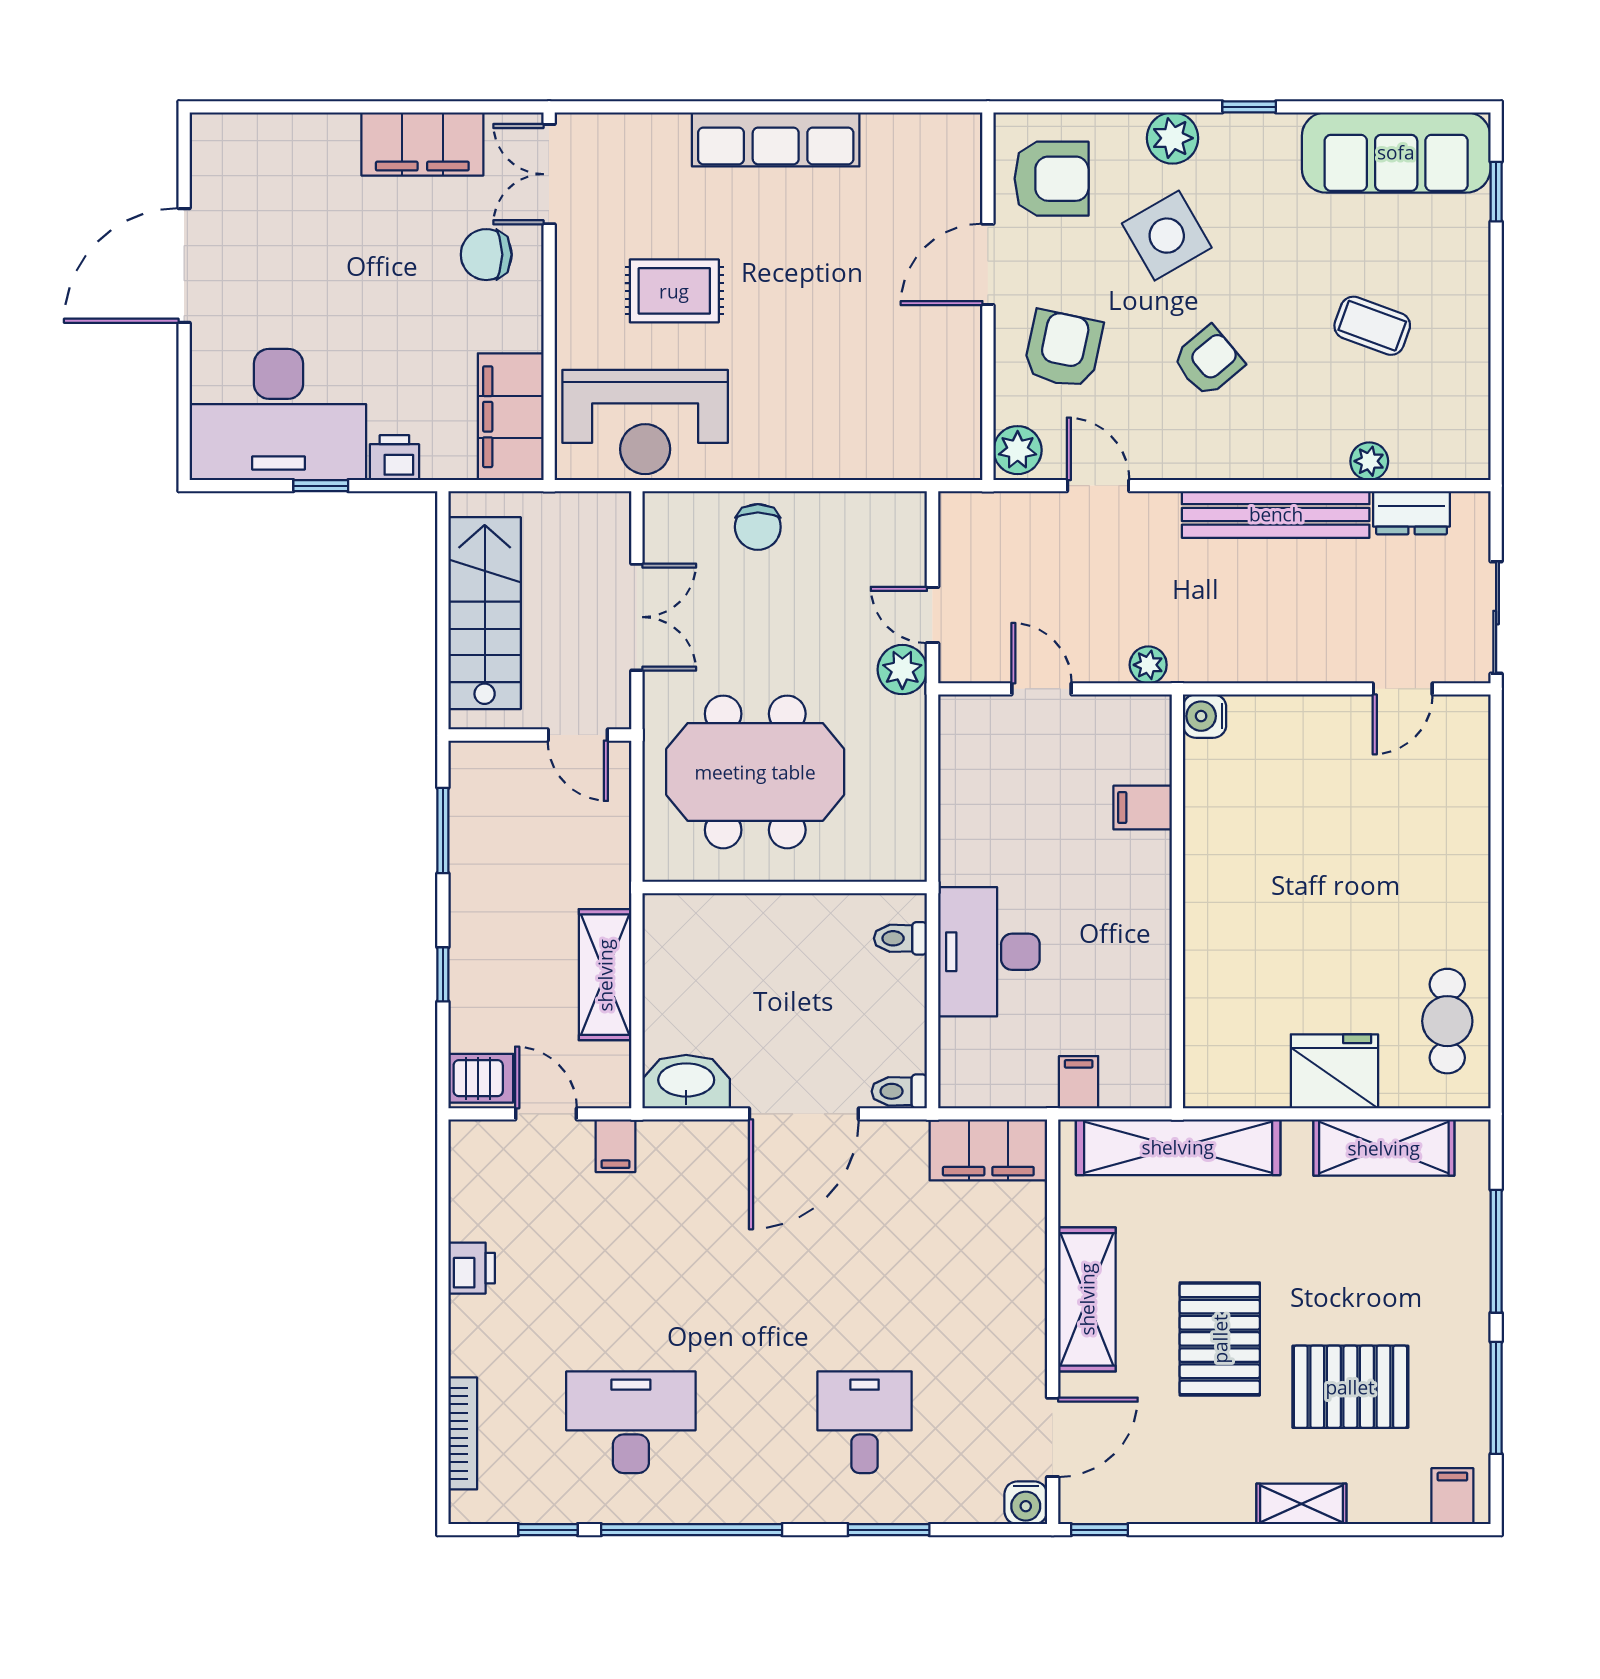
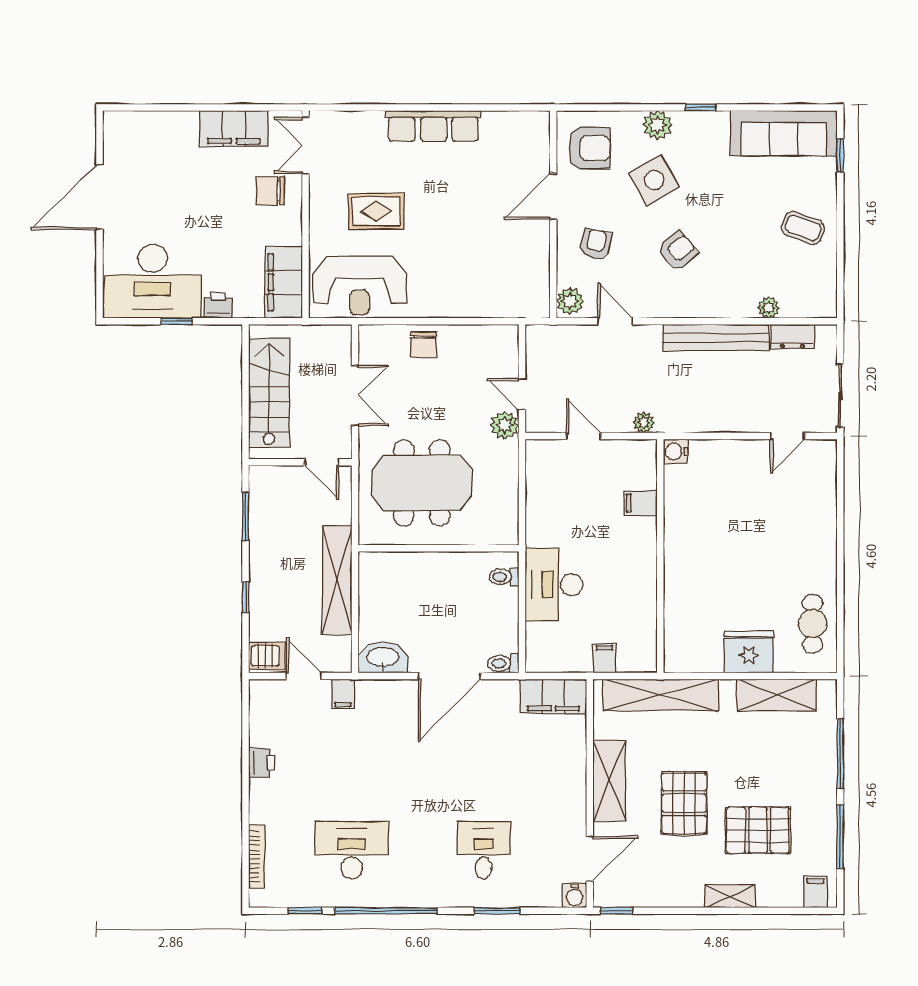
coffee table: (1372, 326) -> (803, 228), moved
armchair: (1063, 349) -> (596, 244), width x0.72, depth x0.72
shelving: (605, 975) -> (337, 580), width x1.47

